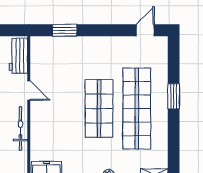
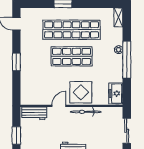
window: (65, 30) -> (16, 62), moved
display table: (48, 122) -> (81, 92), added

